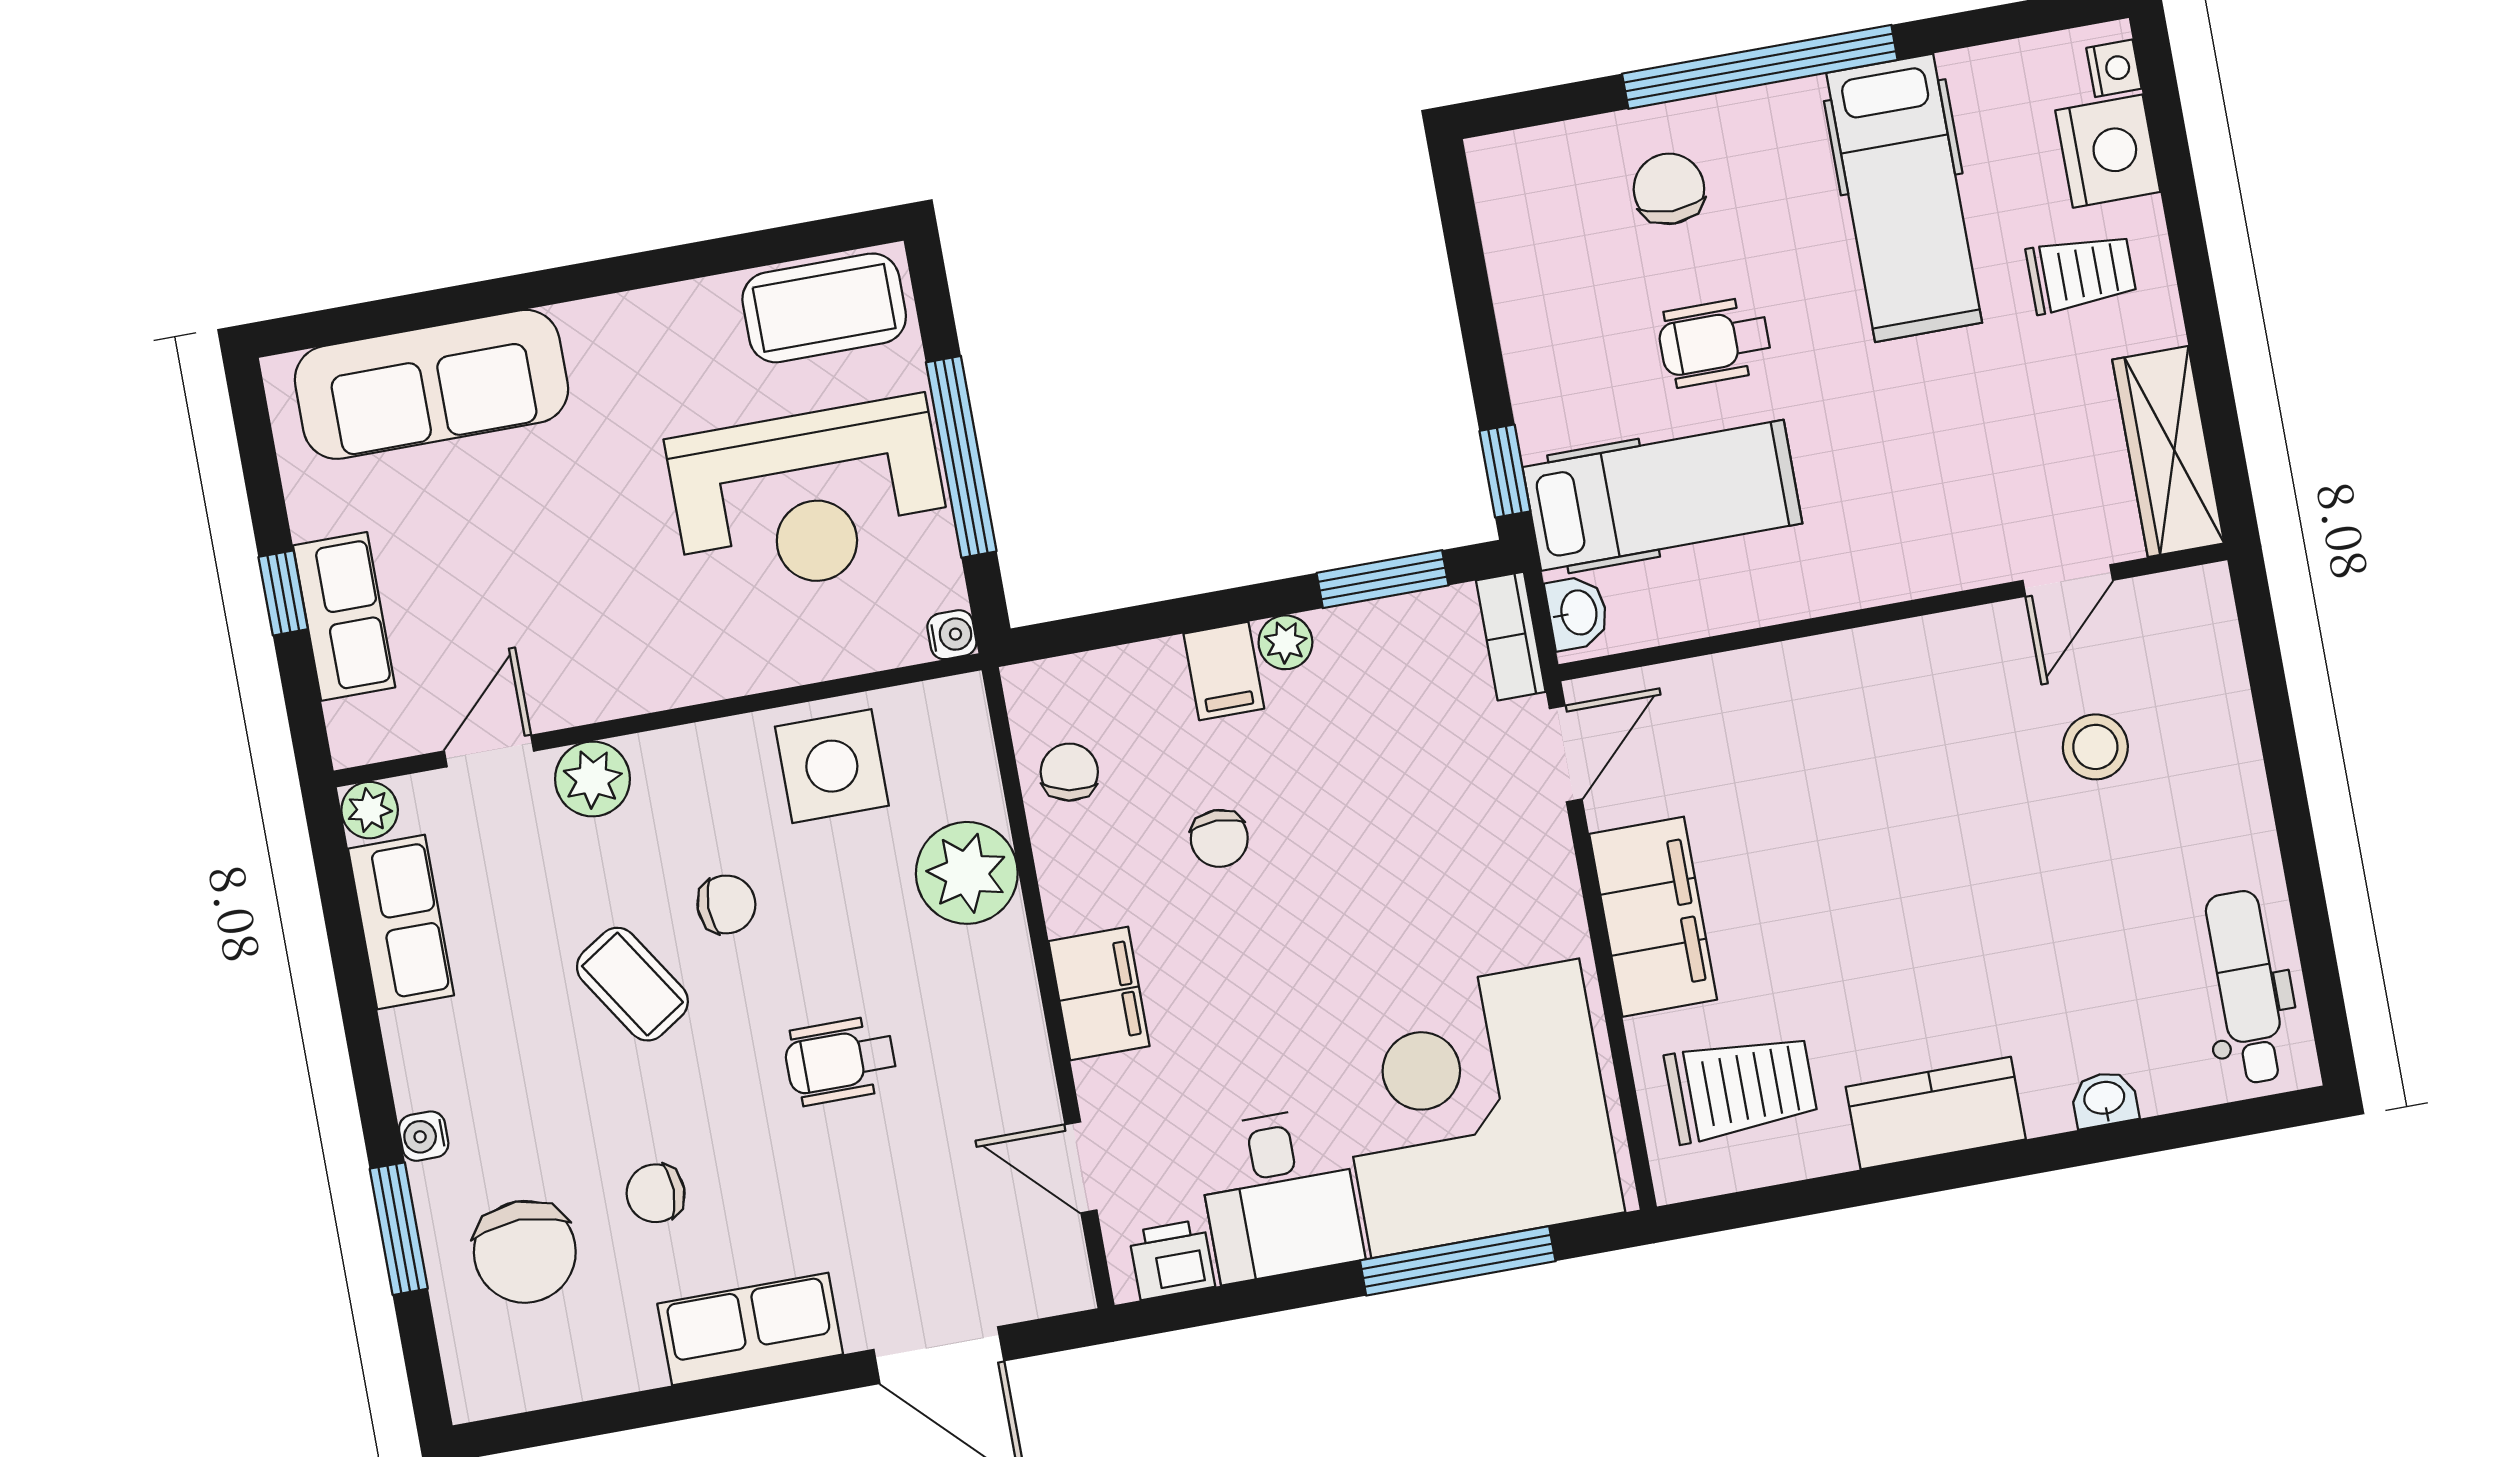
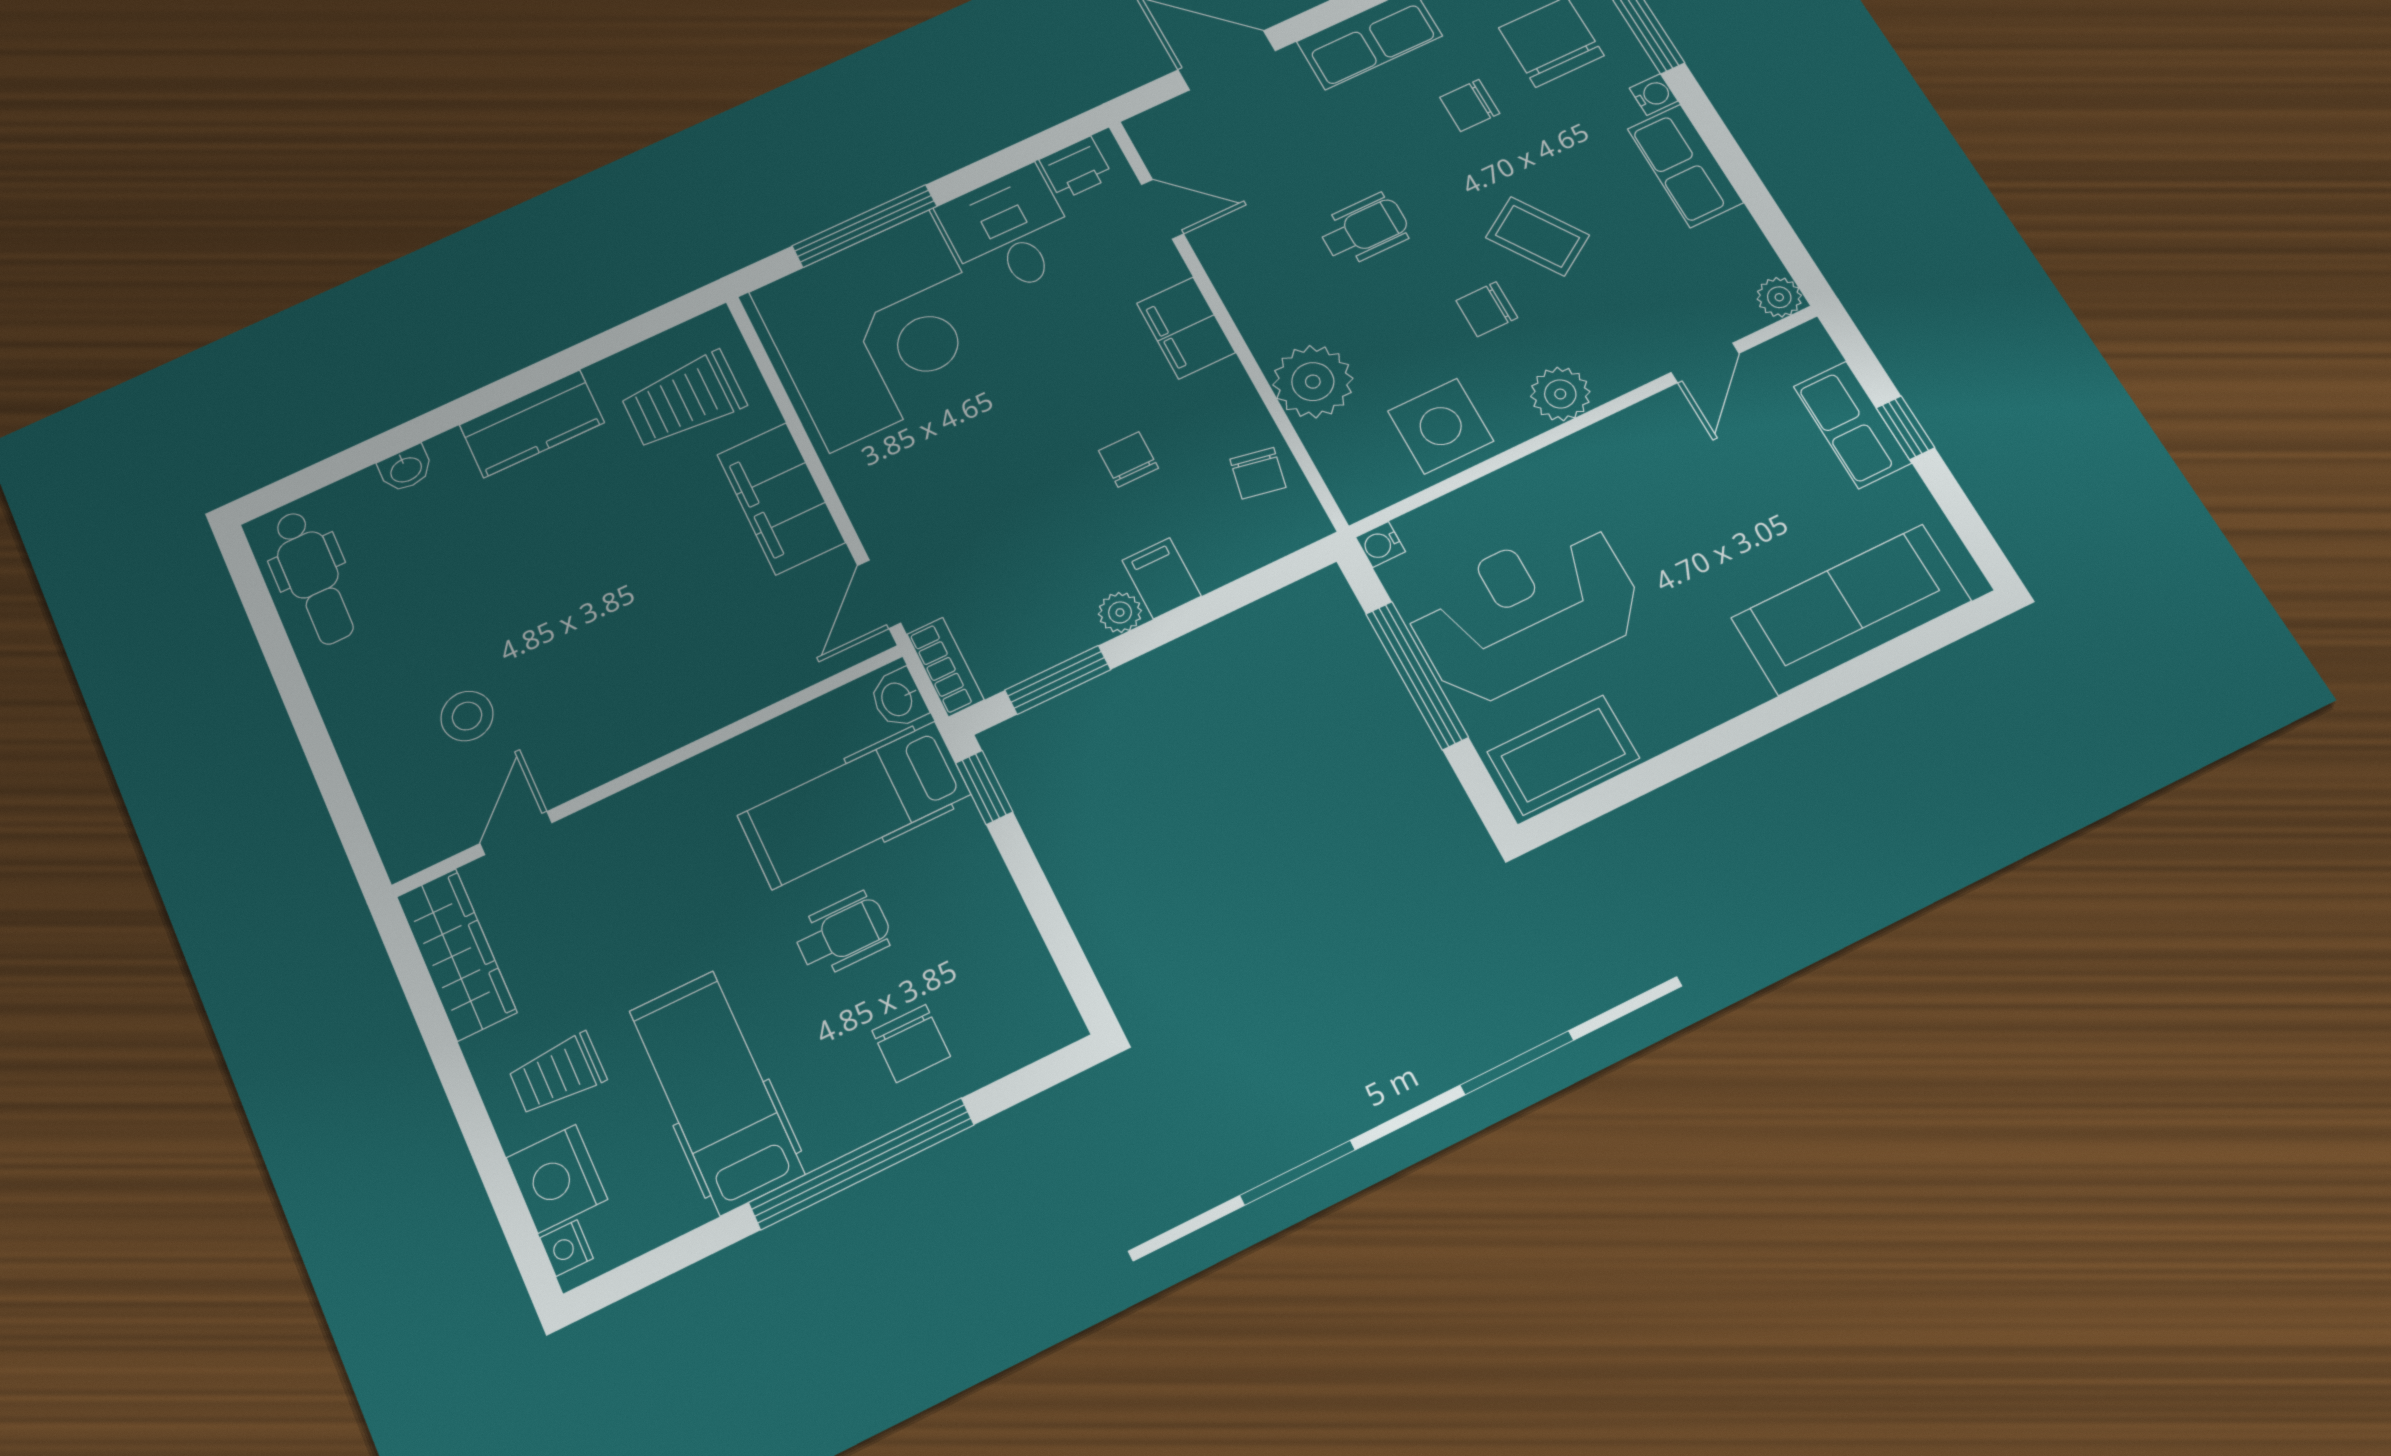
plant: (593, 779) -> (1560, 394), moved
row of seats: (401, 922) -> (1685, 166), moved
chair: (656, 1193) -> (1470, 105), turned 180

